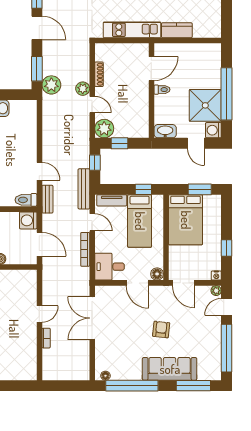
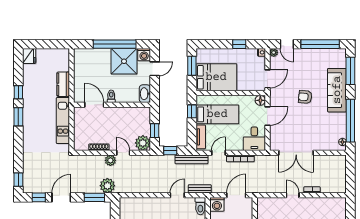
door: (92, 104) -> (123, 153), hinge flipped

